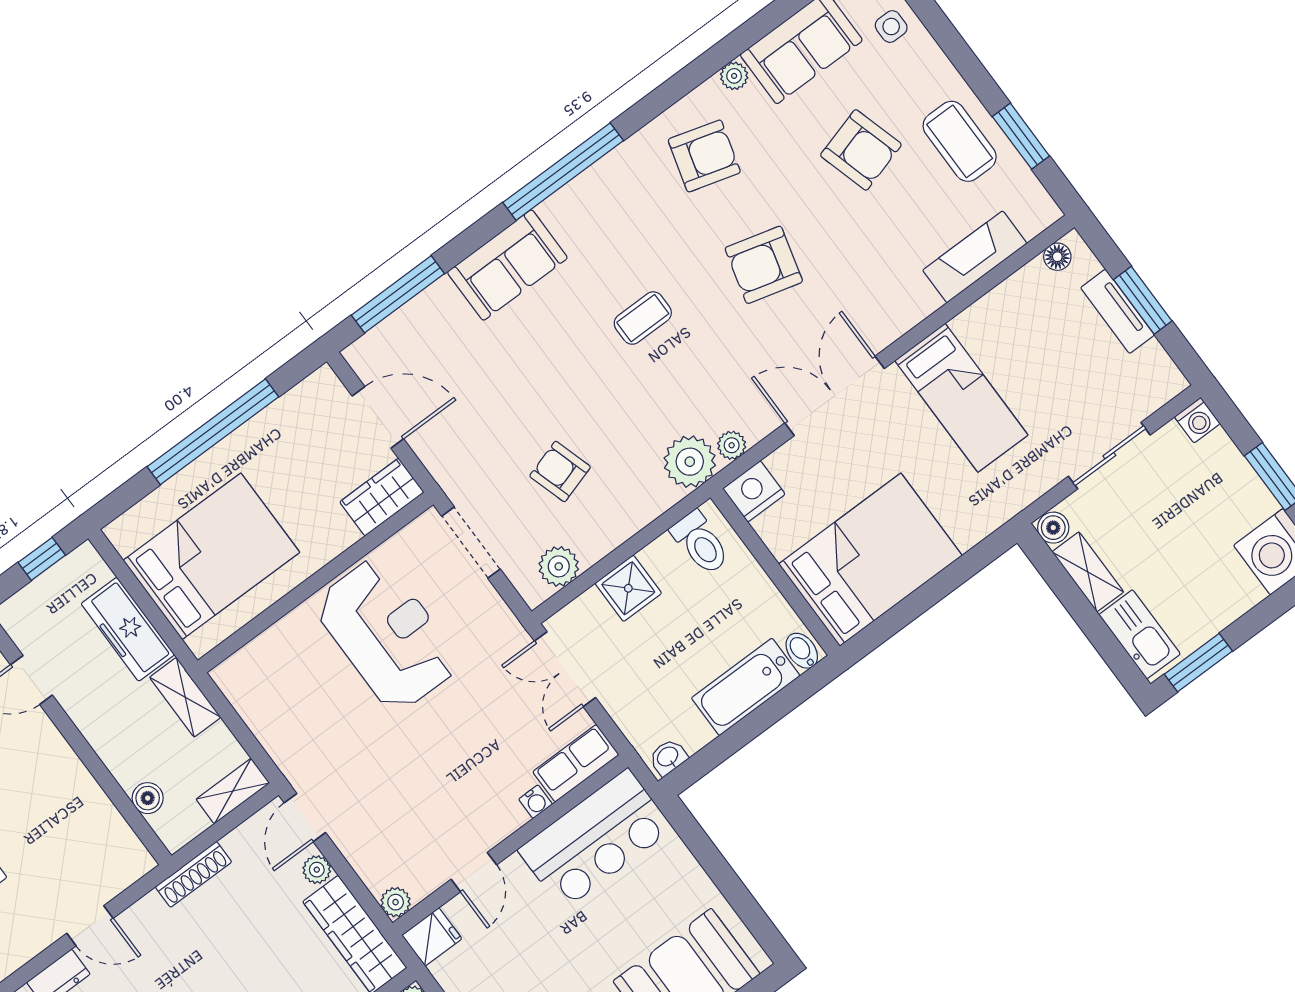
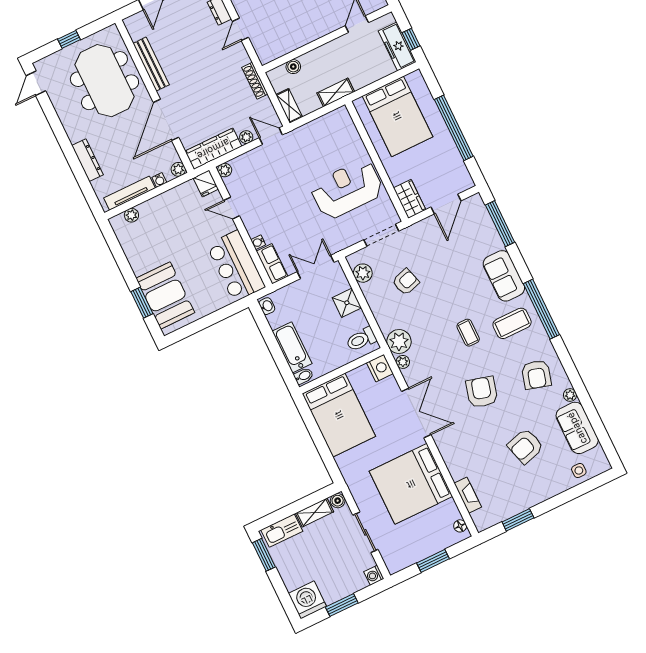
coffee table: (960, 141) -> (512, 323), moved
fireplace: (975, 257) -> (468, 495), width x0.73, depth x0.76
tv unit: (1117, 311) -> (430, 548), removed
bed: (961, 398) -> (411, 484), width x2.04
freezer: (128, 629) -> (397, 46), moved, turned -90
reception desk: (387, 634) -> (347, 189), turned 180

